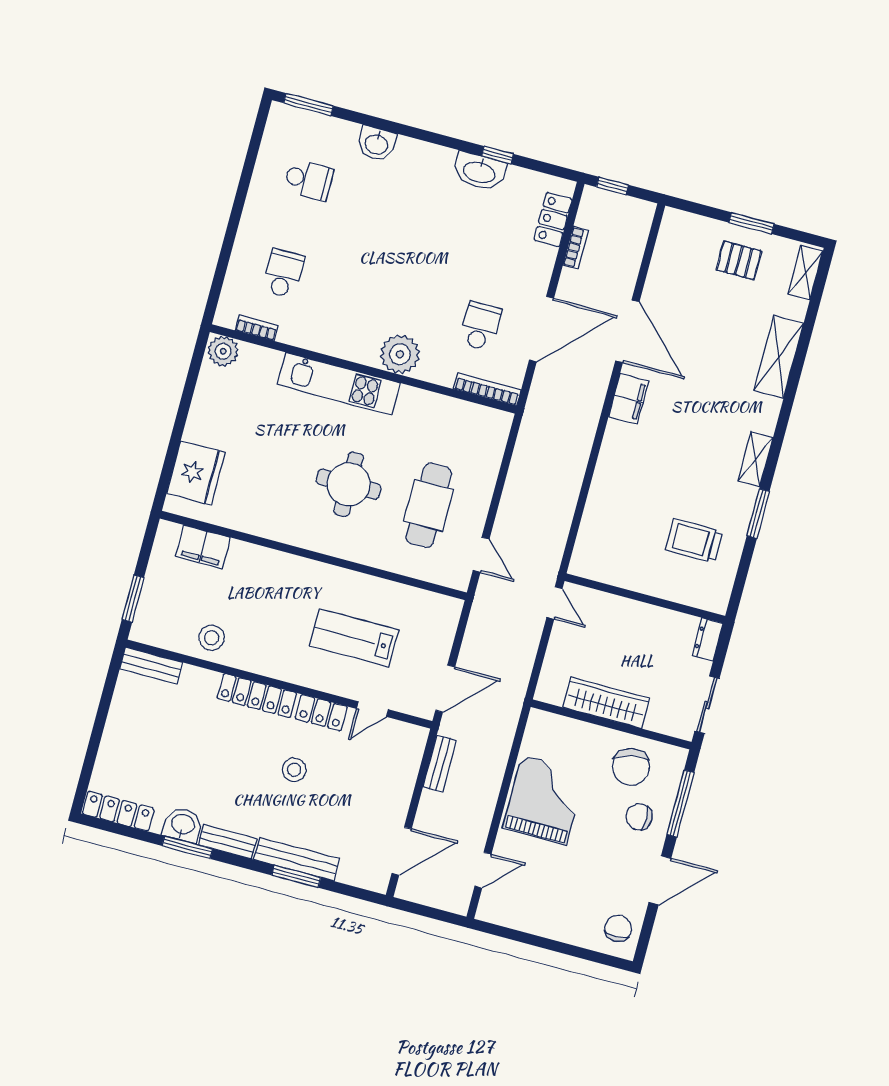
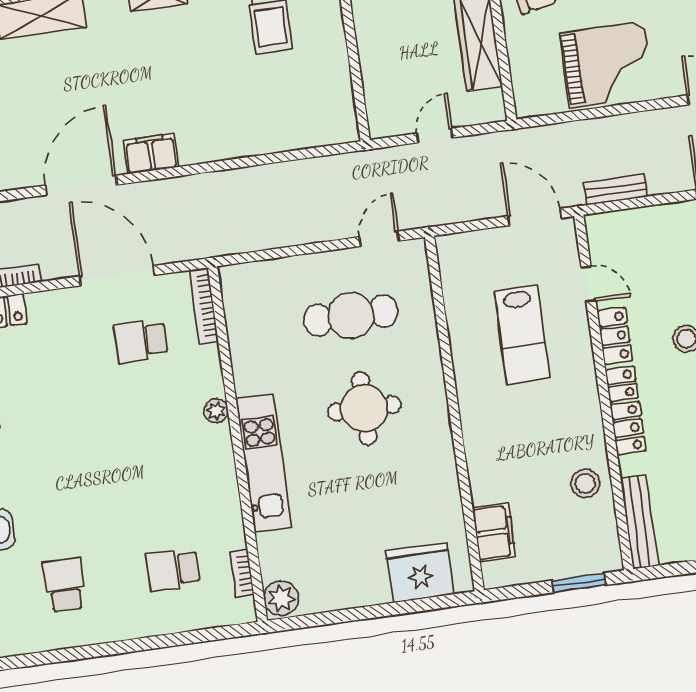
plant: (400, 354) -> (216, 411), width x0.53, depth x0.53
door: (555, 603) -> (435, 135), moved
bench: (151, 666) -> (639, 522), width x1.36
grand piano: (544, 800) -> (607, 64), turned 180

